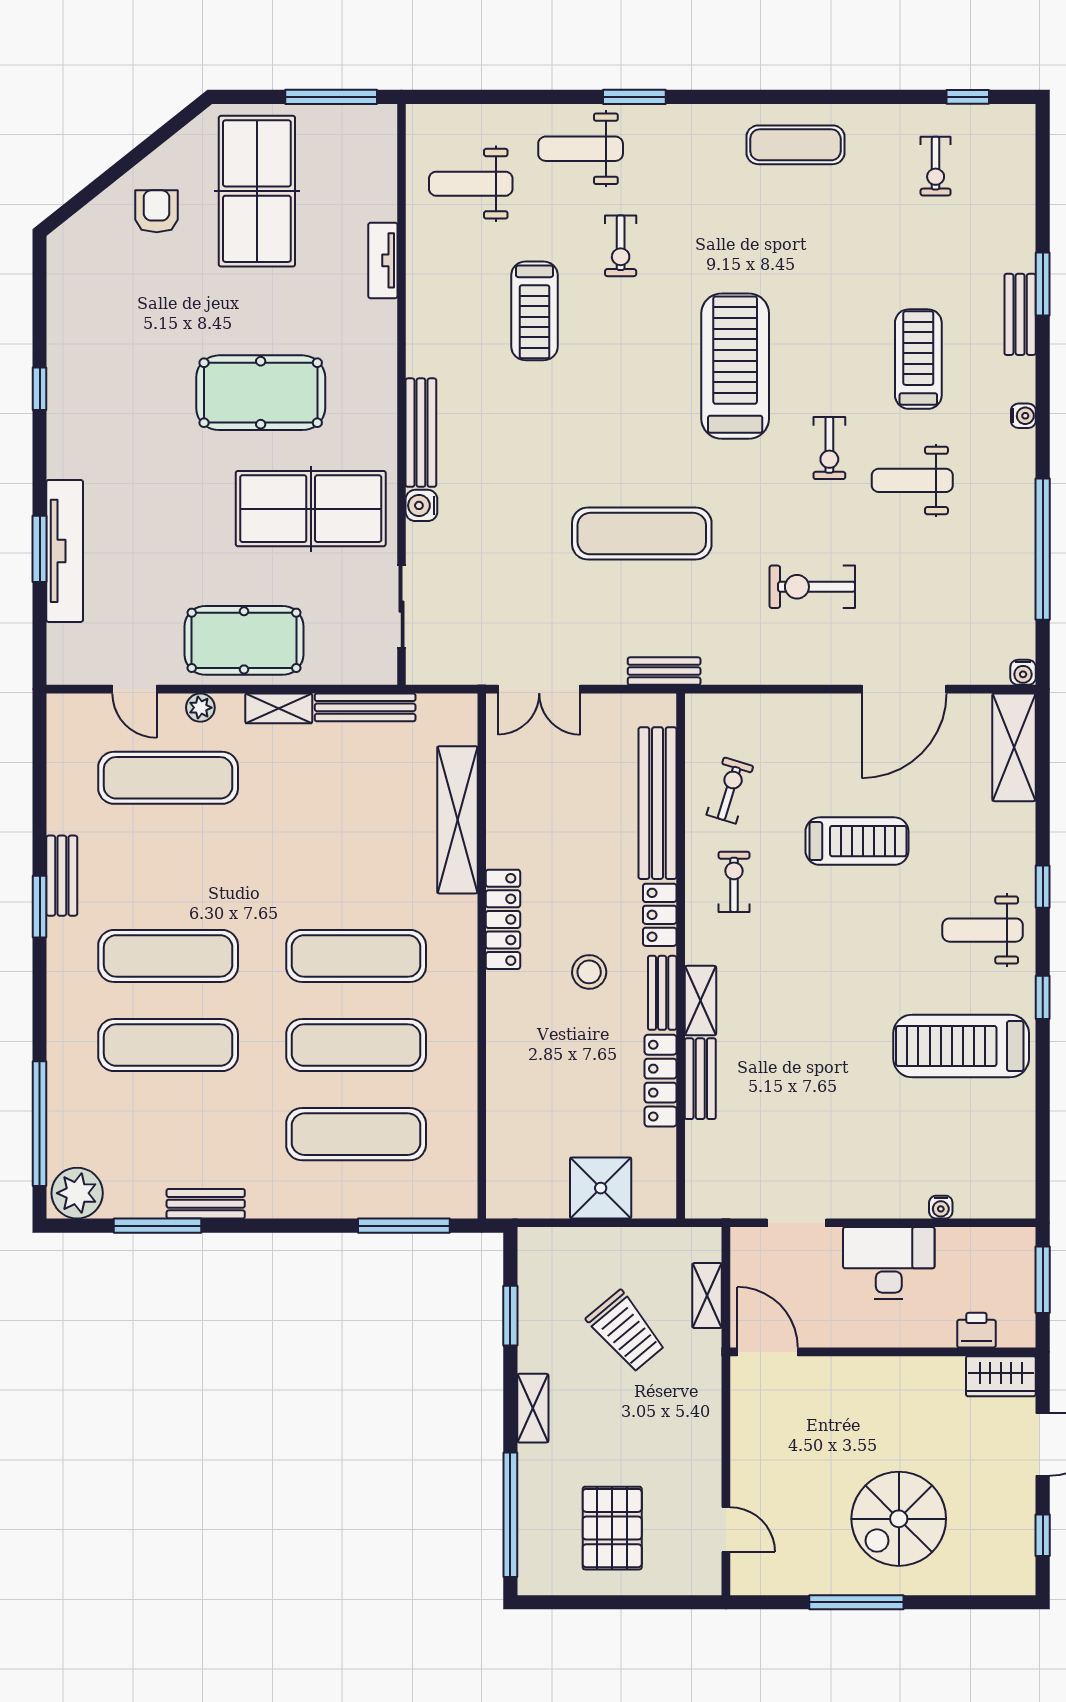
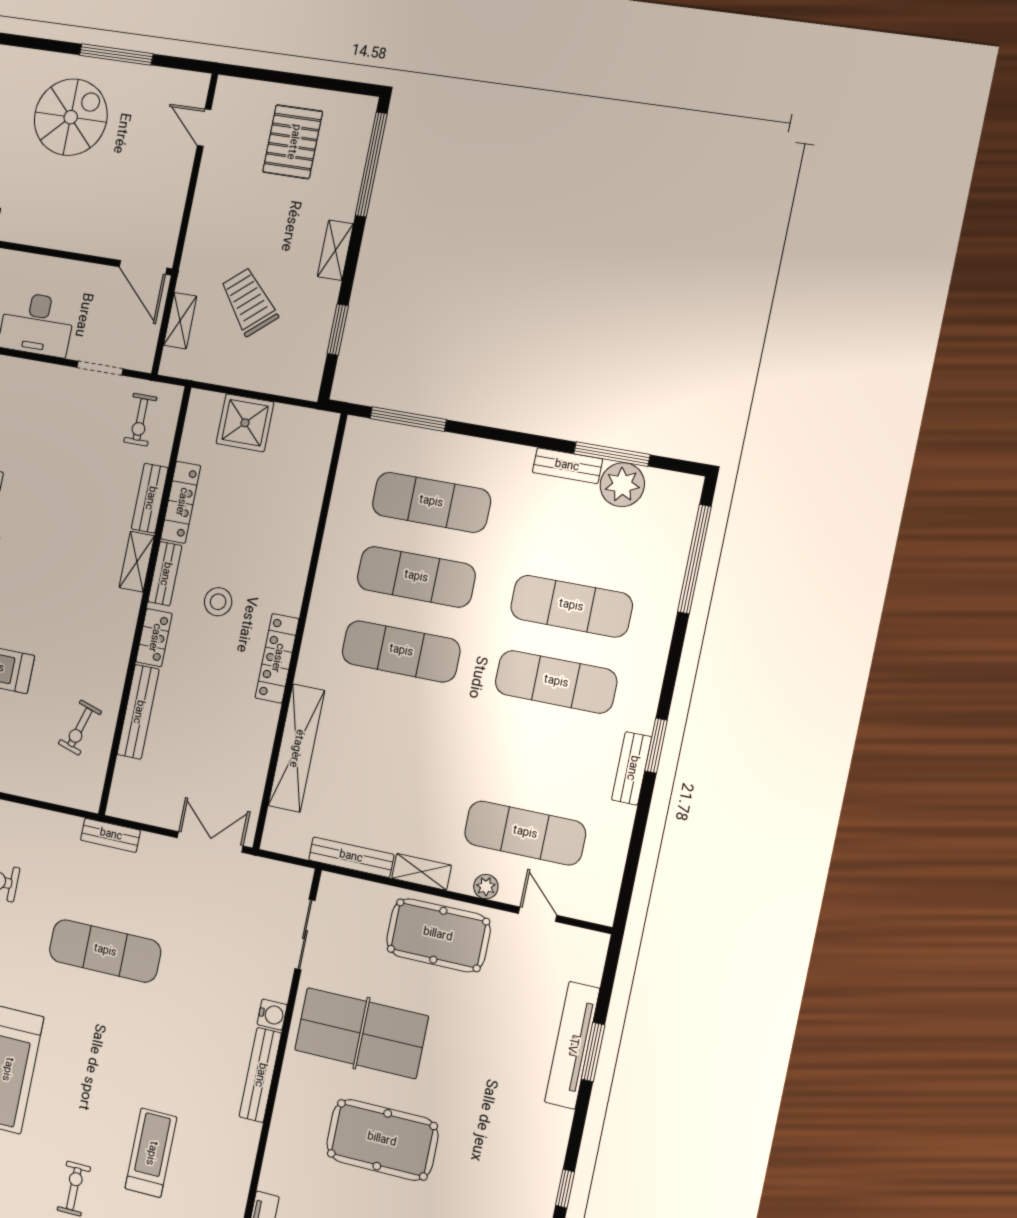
bench: (657, 803) -> (138, 712), width x0.73, depth x0.82
exercise bike: (734, 882) -> (140, 420), moved
plant: (77, 1193) -> (622, 485), moved

